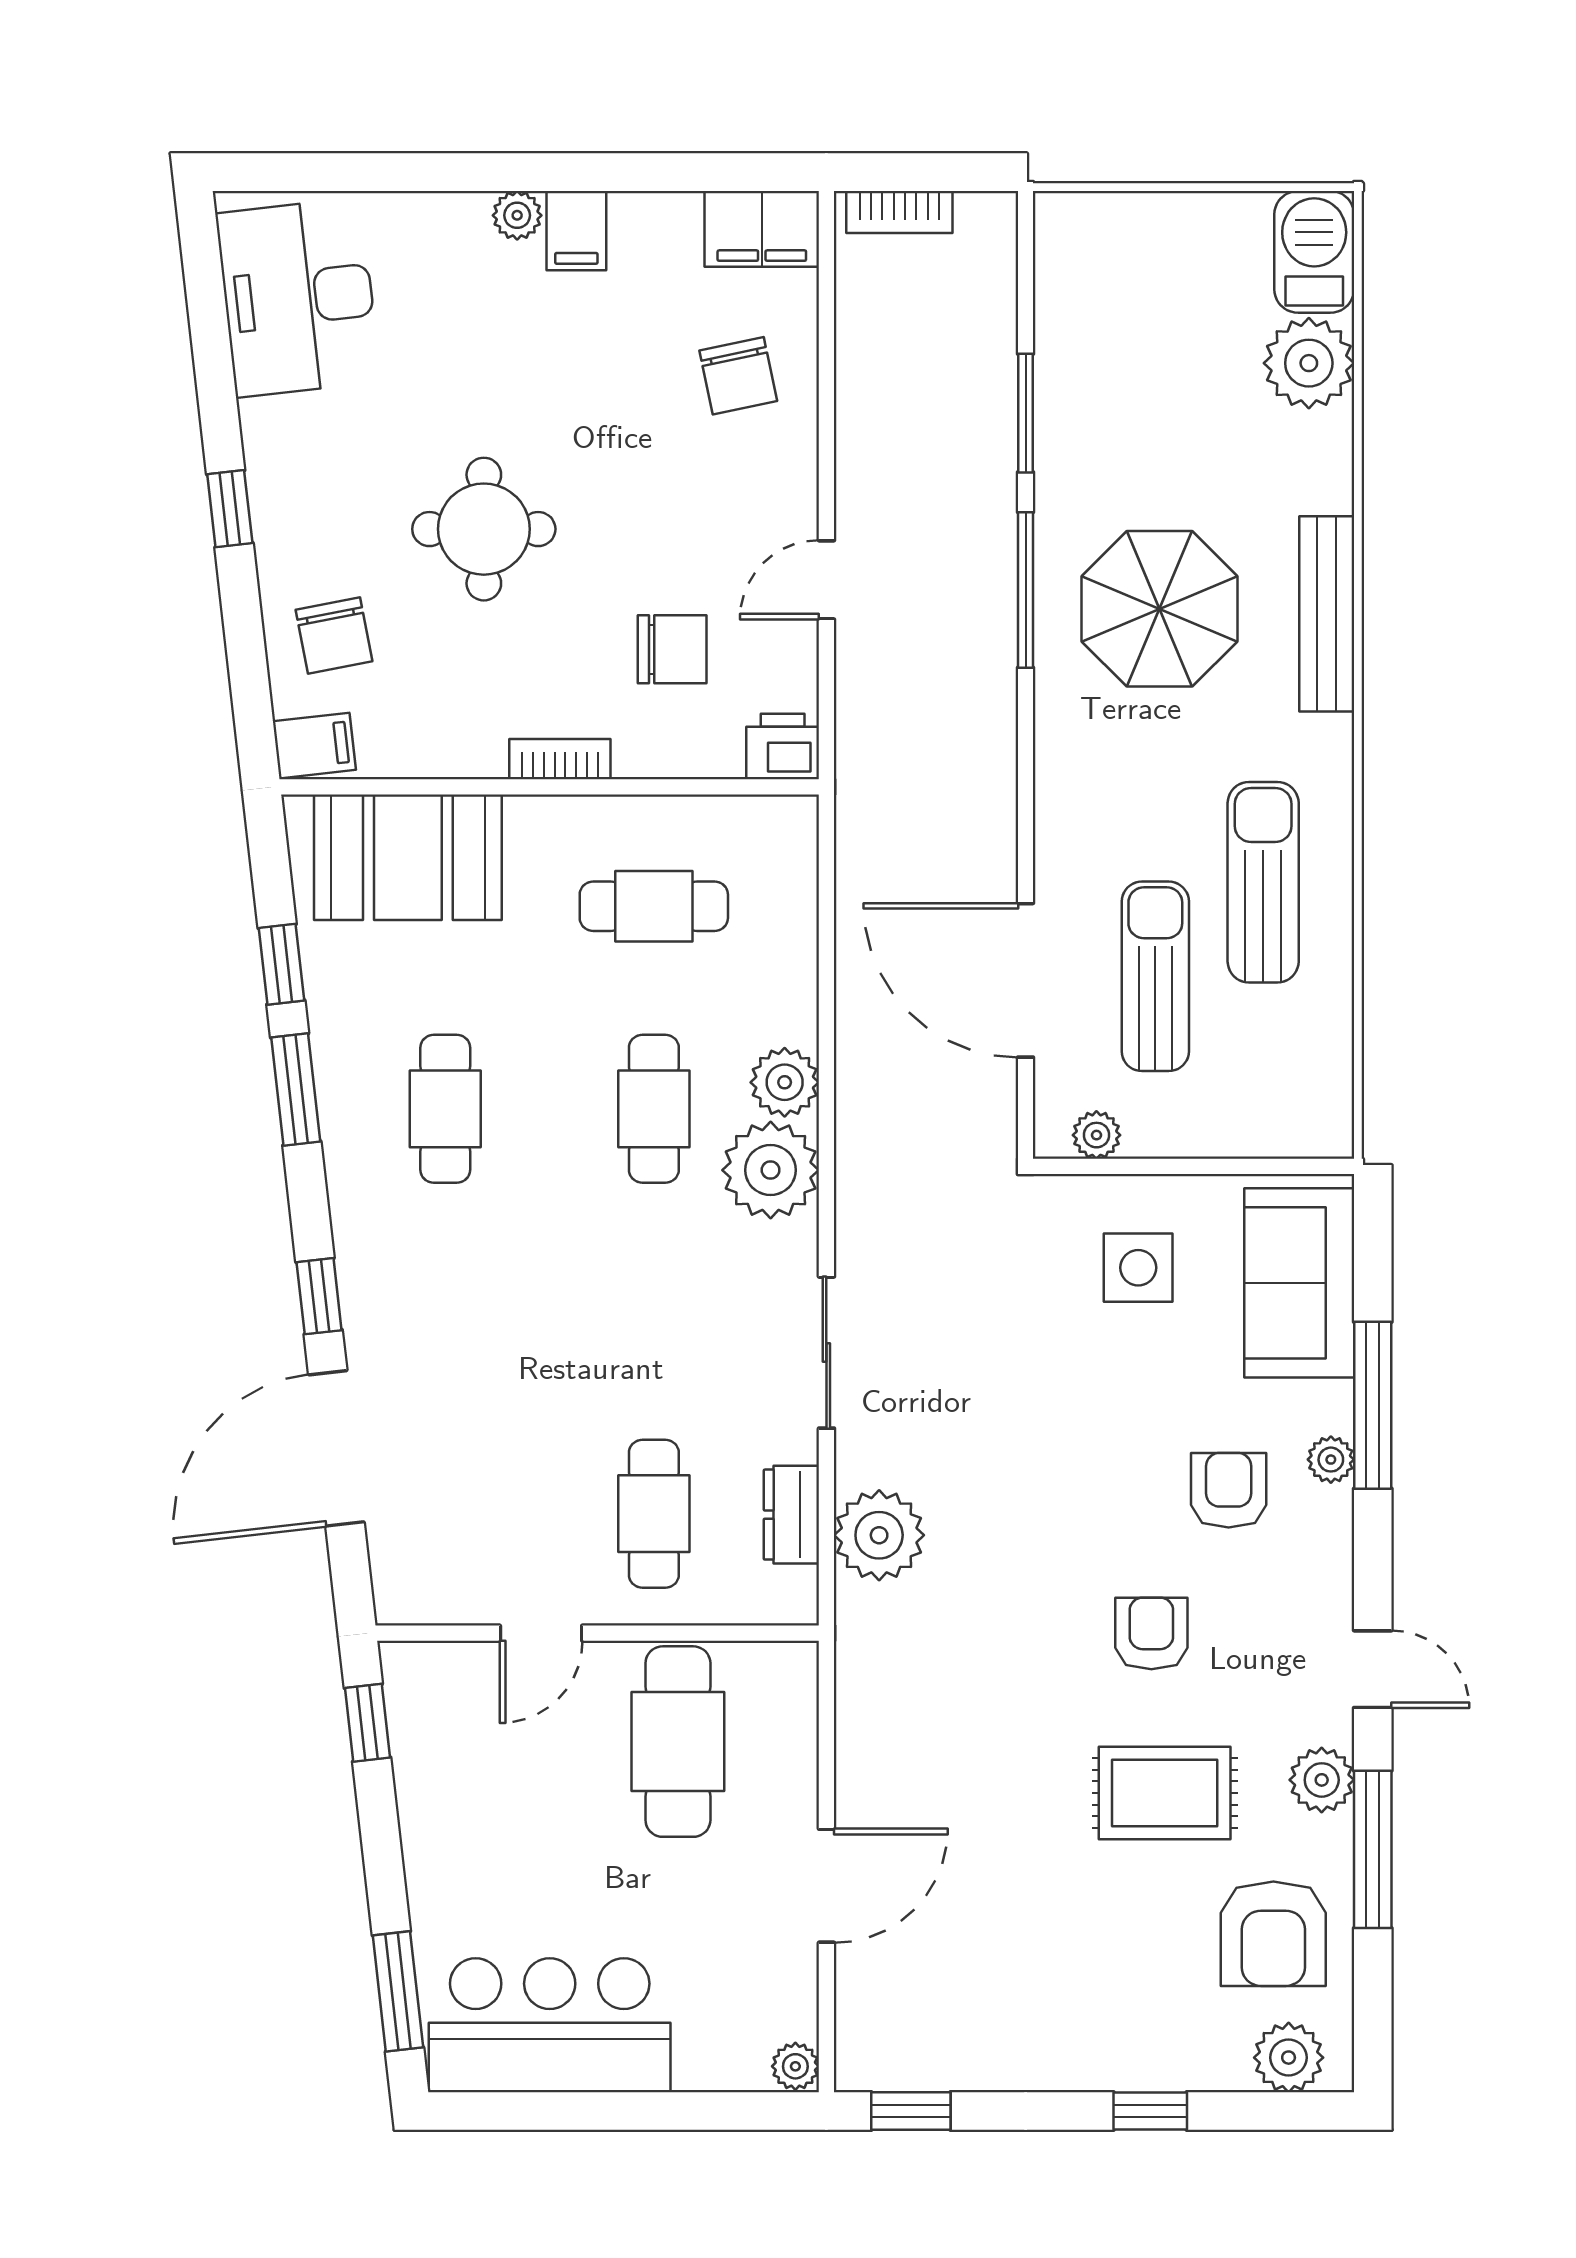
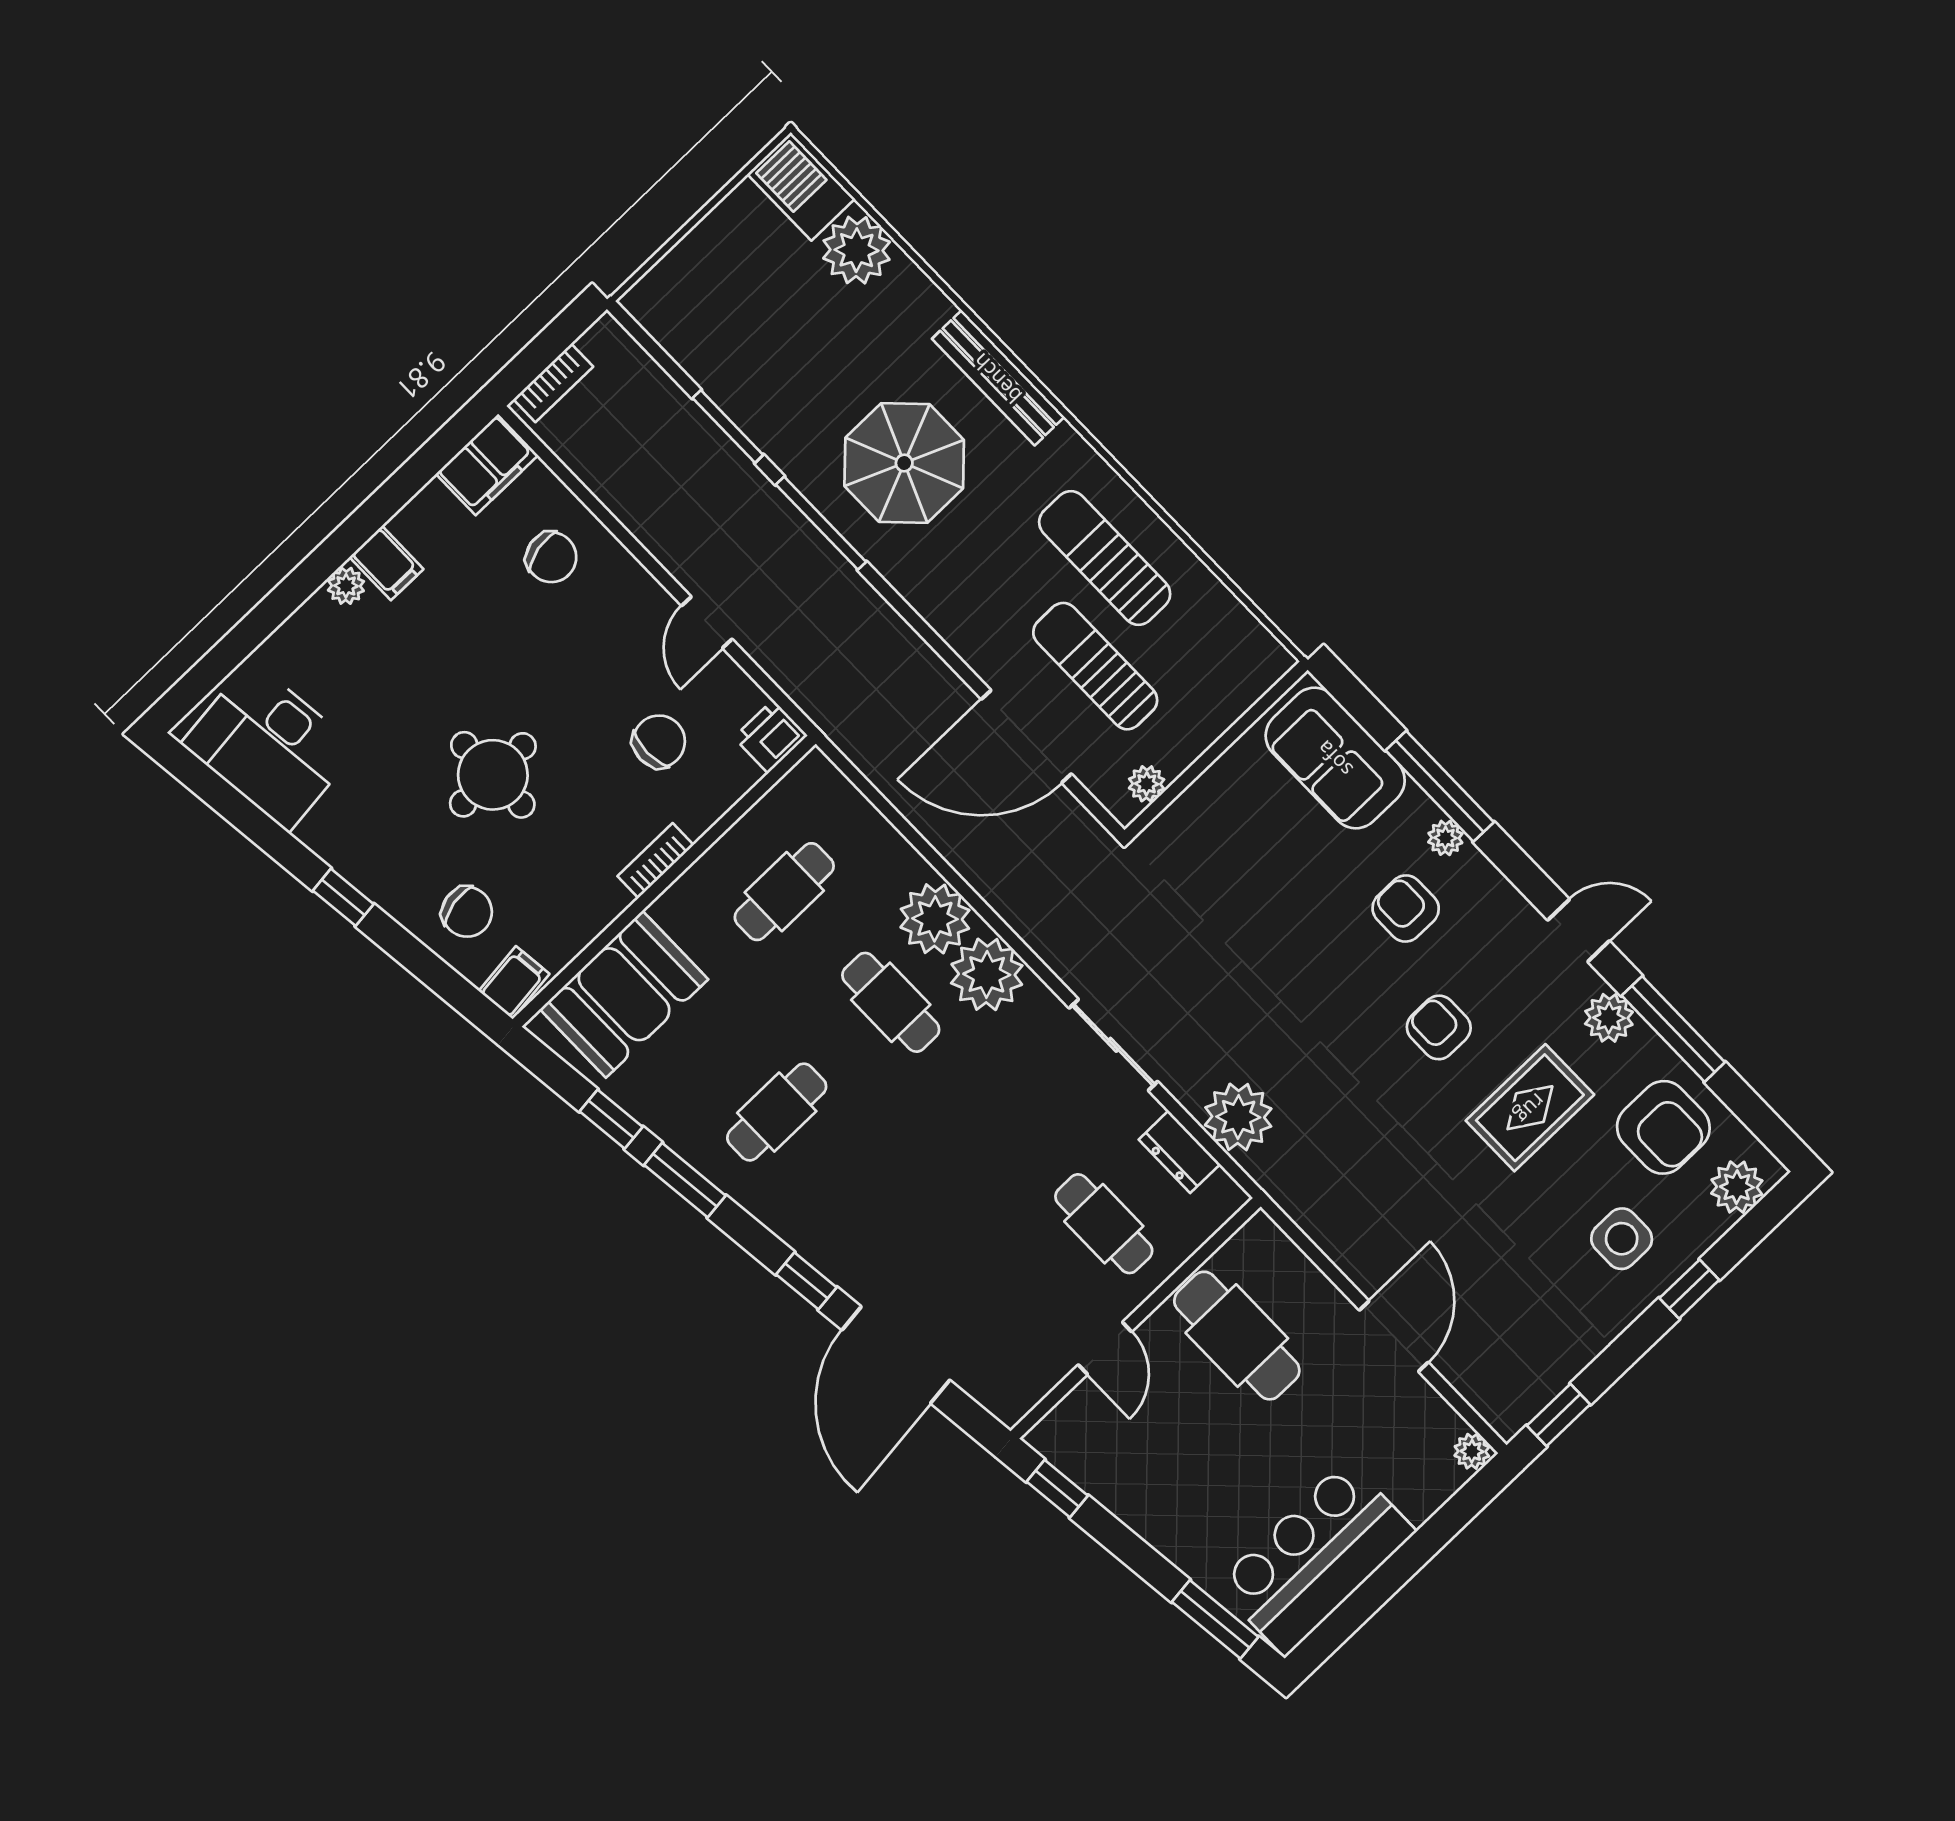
plant: (785, 1082) -> (935, 919), width x1.36, depth x1.36
cafe table: (445, 1109) -> (777, 1112), turned 90
side table: (1138, 1268) -> (1622, 1239), moved

